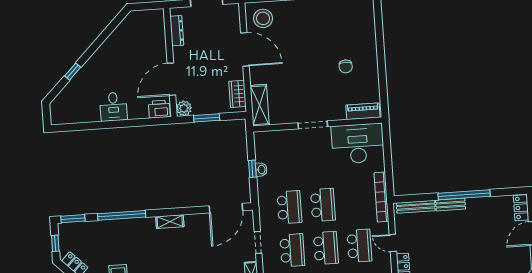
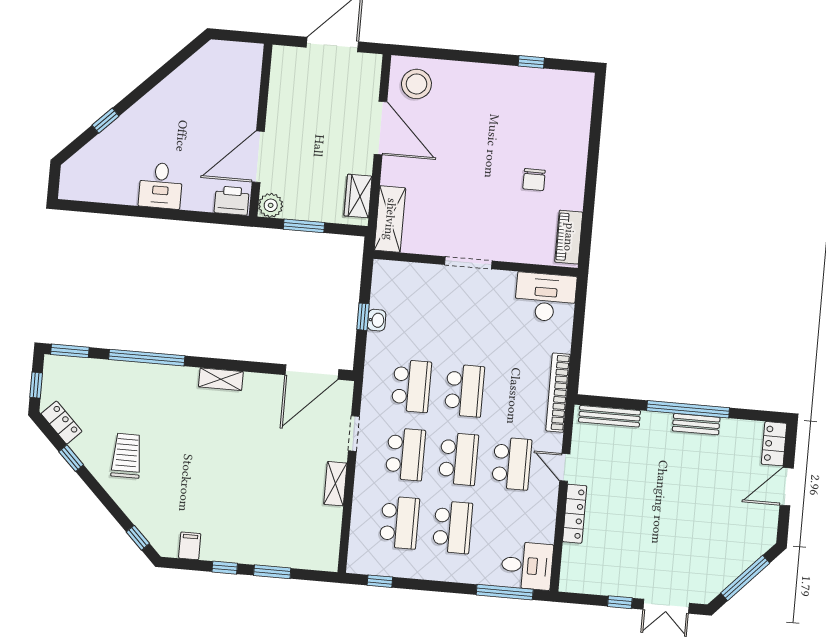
dresser: (177, 31) -> (278, 82), removed
piano: (363, 111) -> (569, 237), moved, turned -90
desk: (358, 144) -> (546, 297), width x0.73, depth x0.77
bench: (451, 205) -> (696, 424), moved

